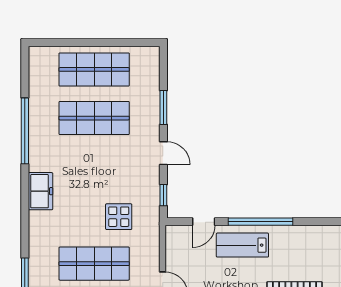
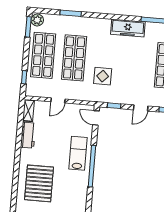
freezer: (40, 191) -> (128, 28), width x1.40
door: (204, 222) -> (96, 118), moved

